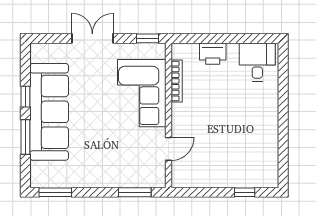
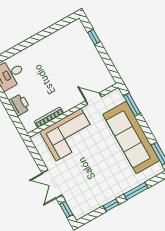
window: (147, 38) -> (66, 209), moved
sofa: (49, 112) -> (131, 137), moved, turned -90

